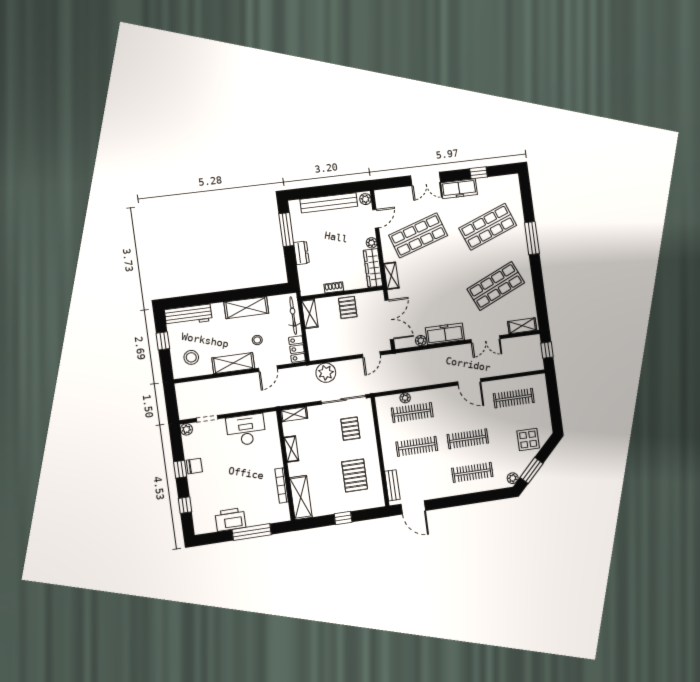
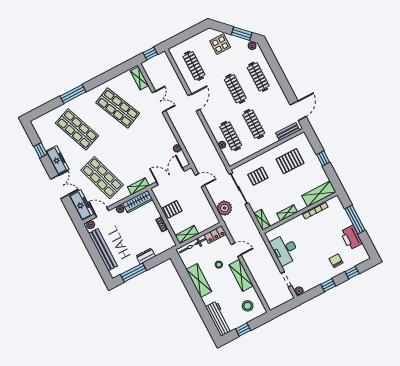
freezer: (445, 334) -> (81, 205), moved, turned 180
chair: (194, 466) -> (336, 261), moved

